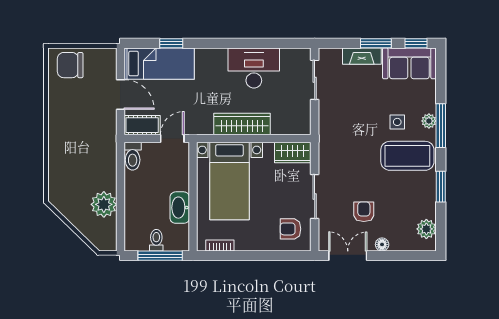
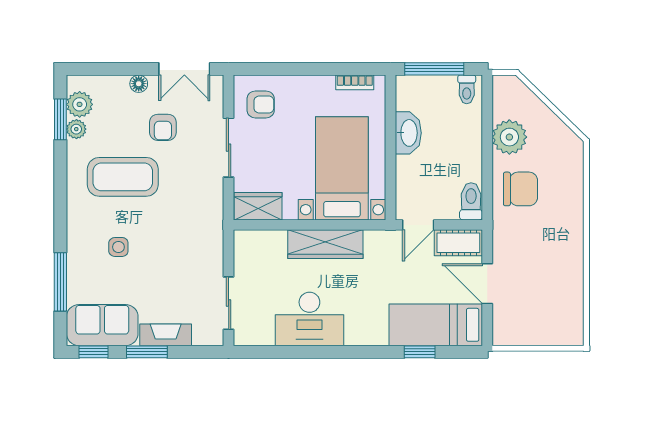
chair: (70, 65) -> (520, 189), moved
plant: (429, 121) -> (76, 129), moved
window: (441, 126) -> (60, 282), moved
coffee table: (407, 156) -> (123, 177), moved
window: (441, 187) -> (60, 119), moved
toilet: (156, 240) -> (467, 89), moved

